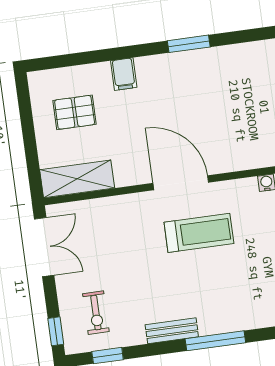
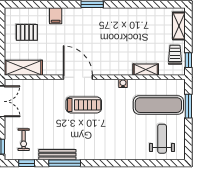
bench: (172, 331) -> (57, 155), width x1.36
window: (215, 341) -> (65, 163), moved

